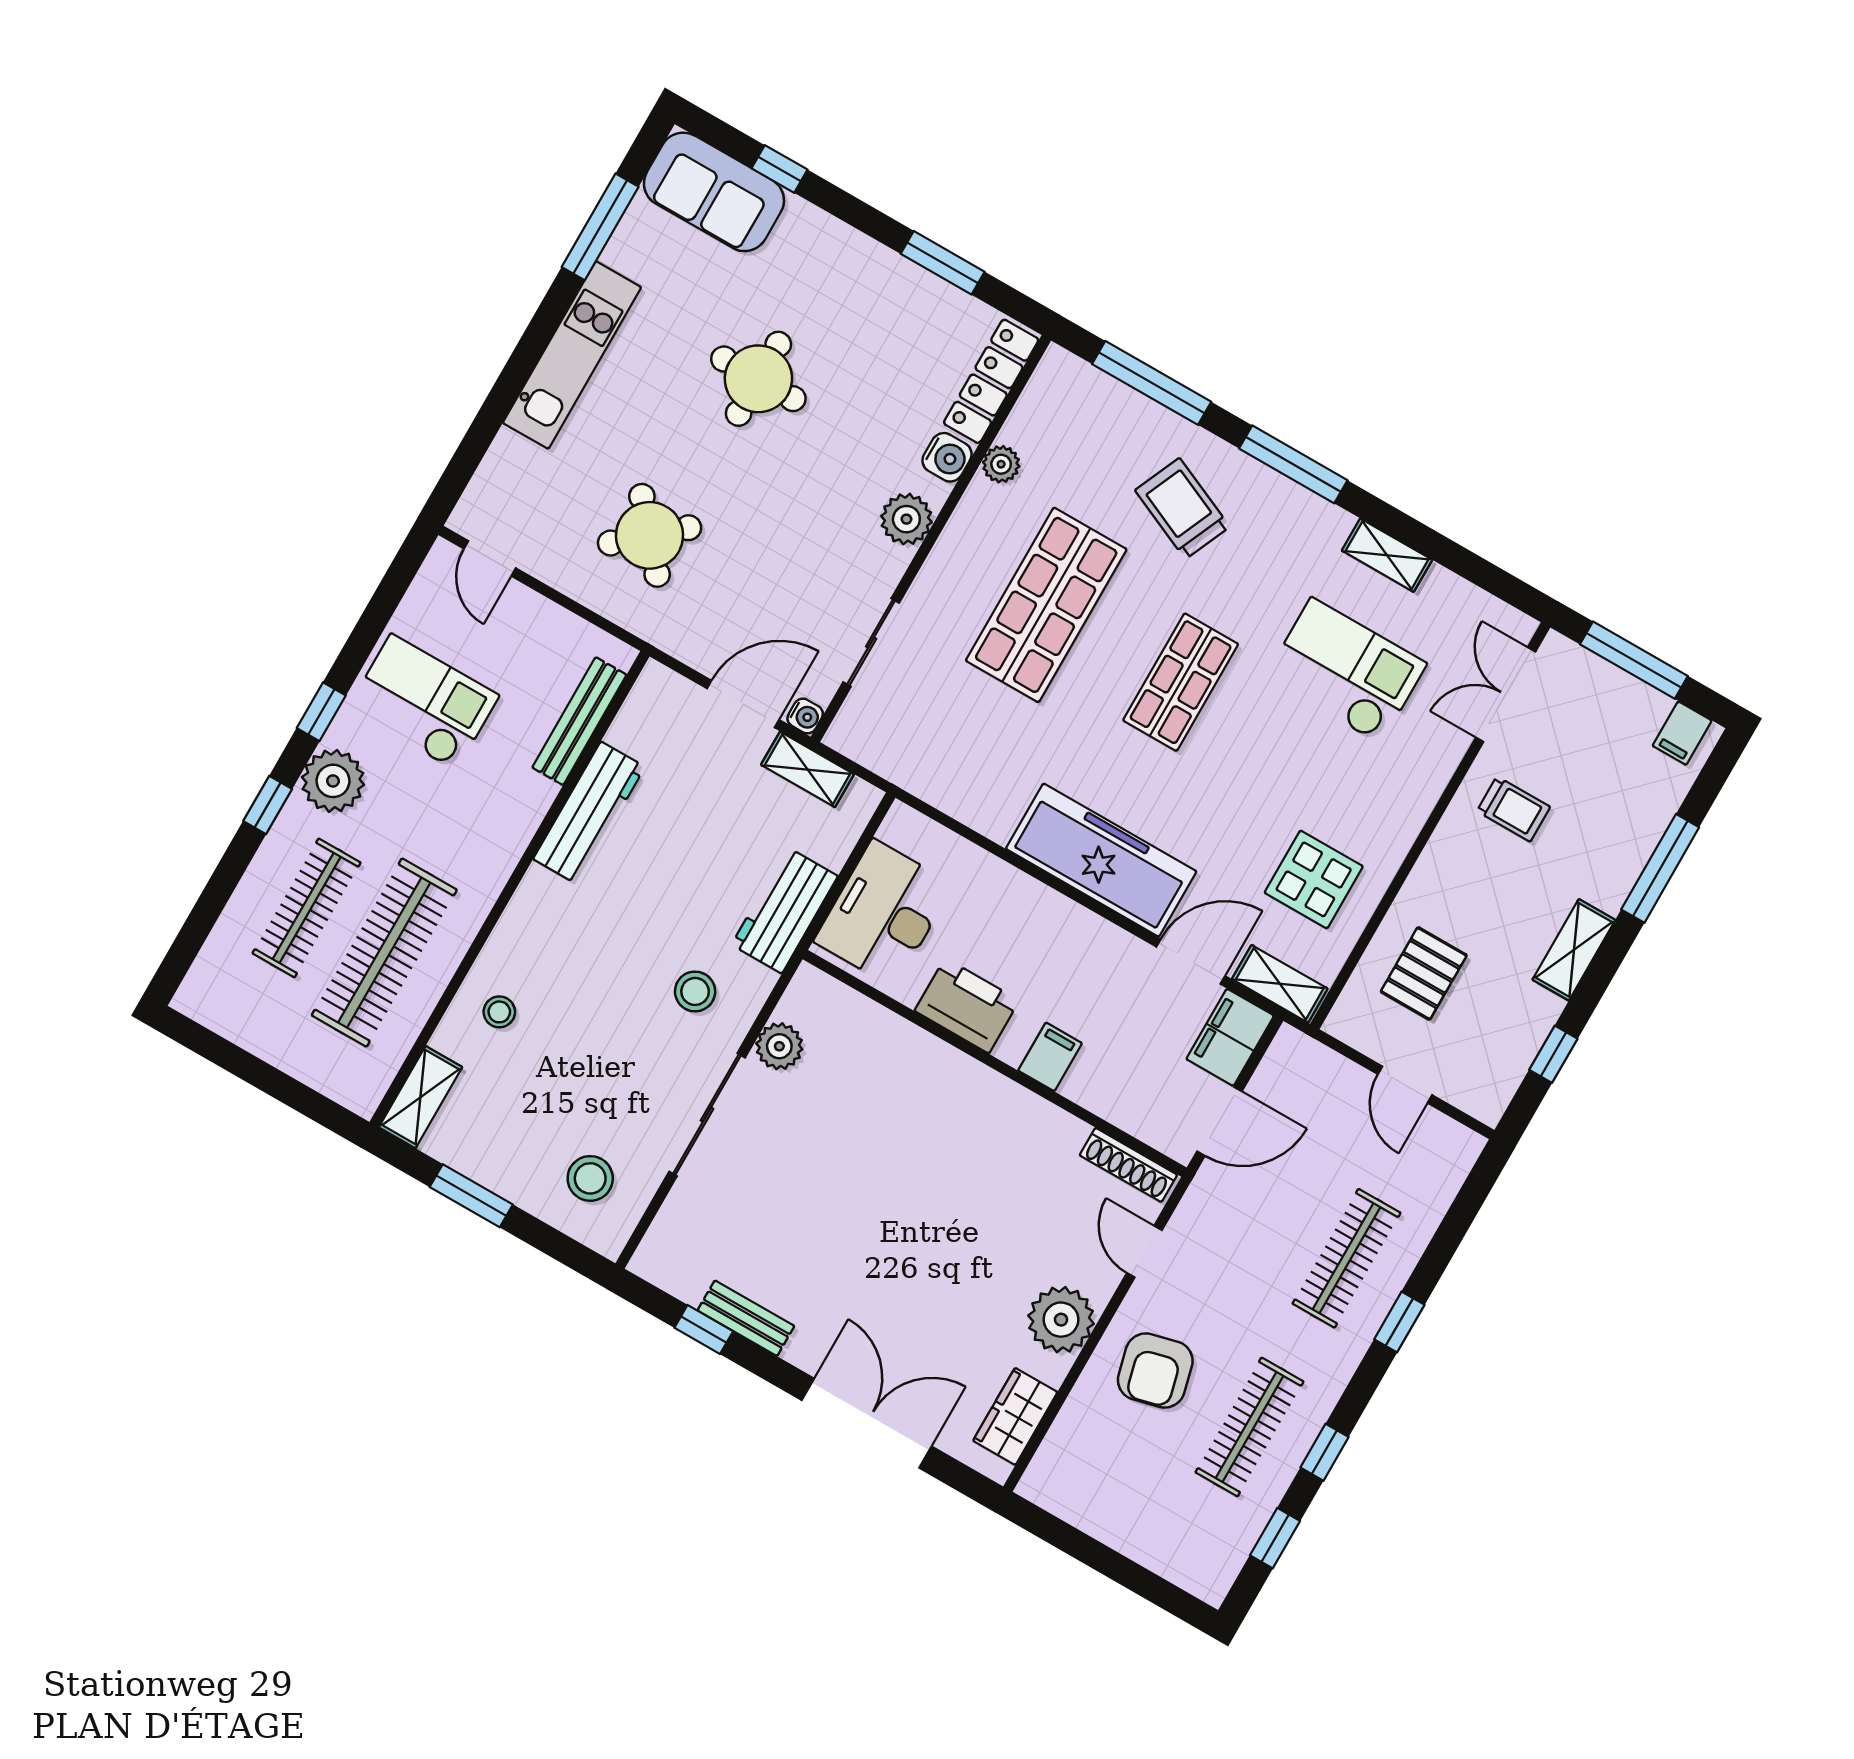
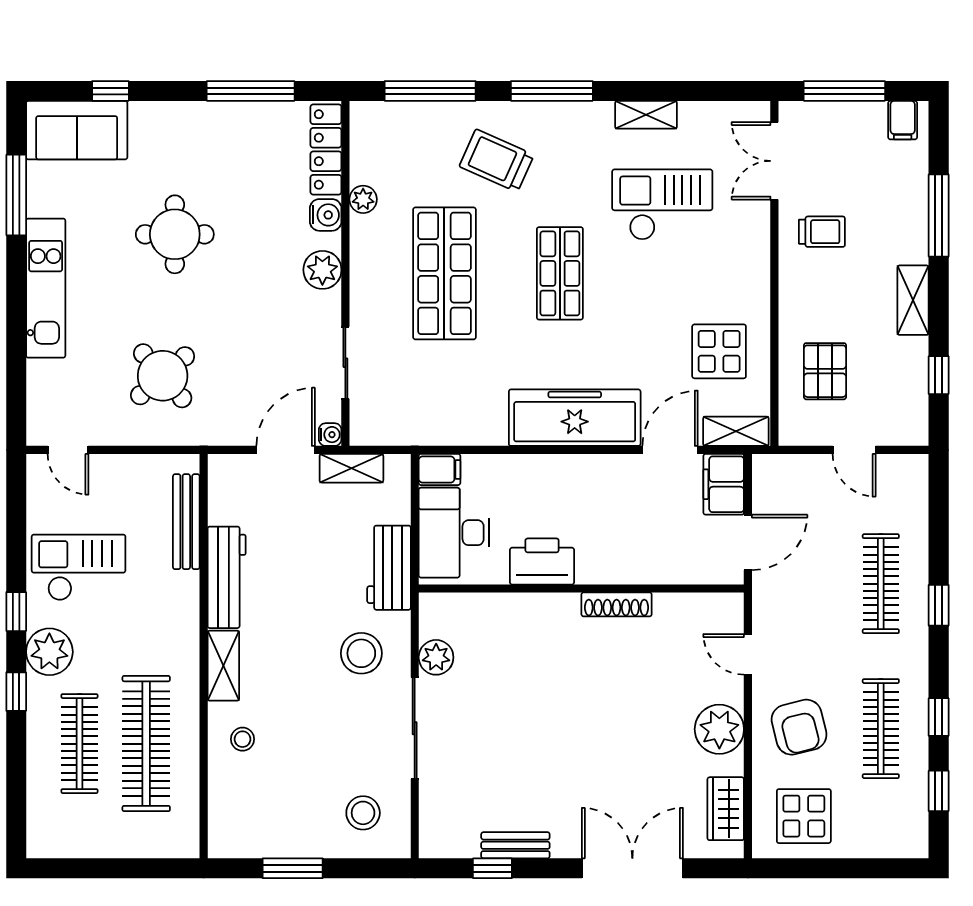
window: (943, 263) -> (251, 91), width x1.44
stool: (695, 991) -> (361, 653), width x1.38, depth x1.38
filing cabinet: (1050, 1057) -> (439, 469), moved, turned 90
shelving: (421, 1097) -> (223, 666), moved
shoe rack: (1128, 1165) -> (617, 604), moved
display table: (1101, 1477) -> (804, 816), added

